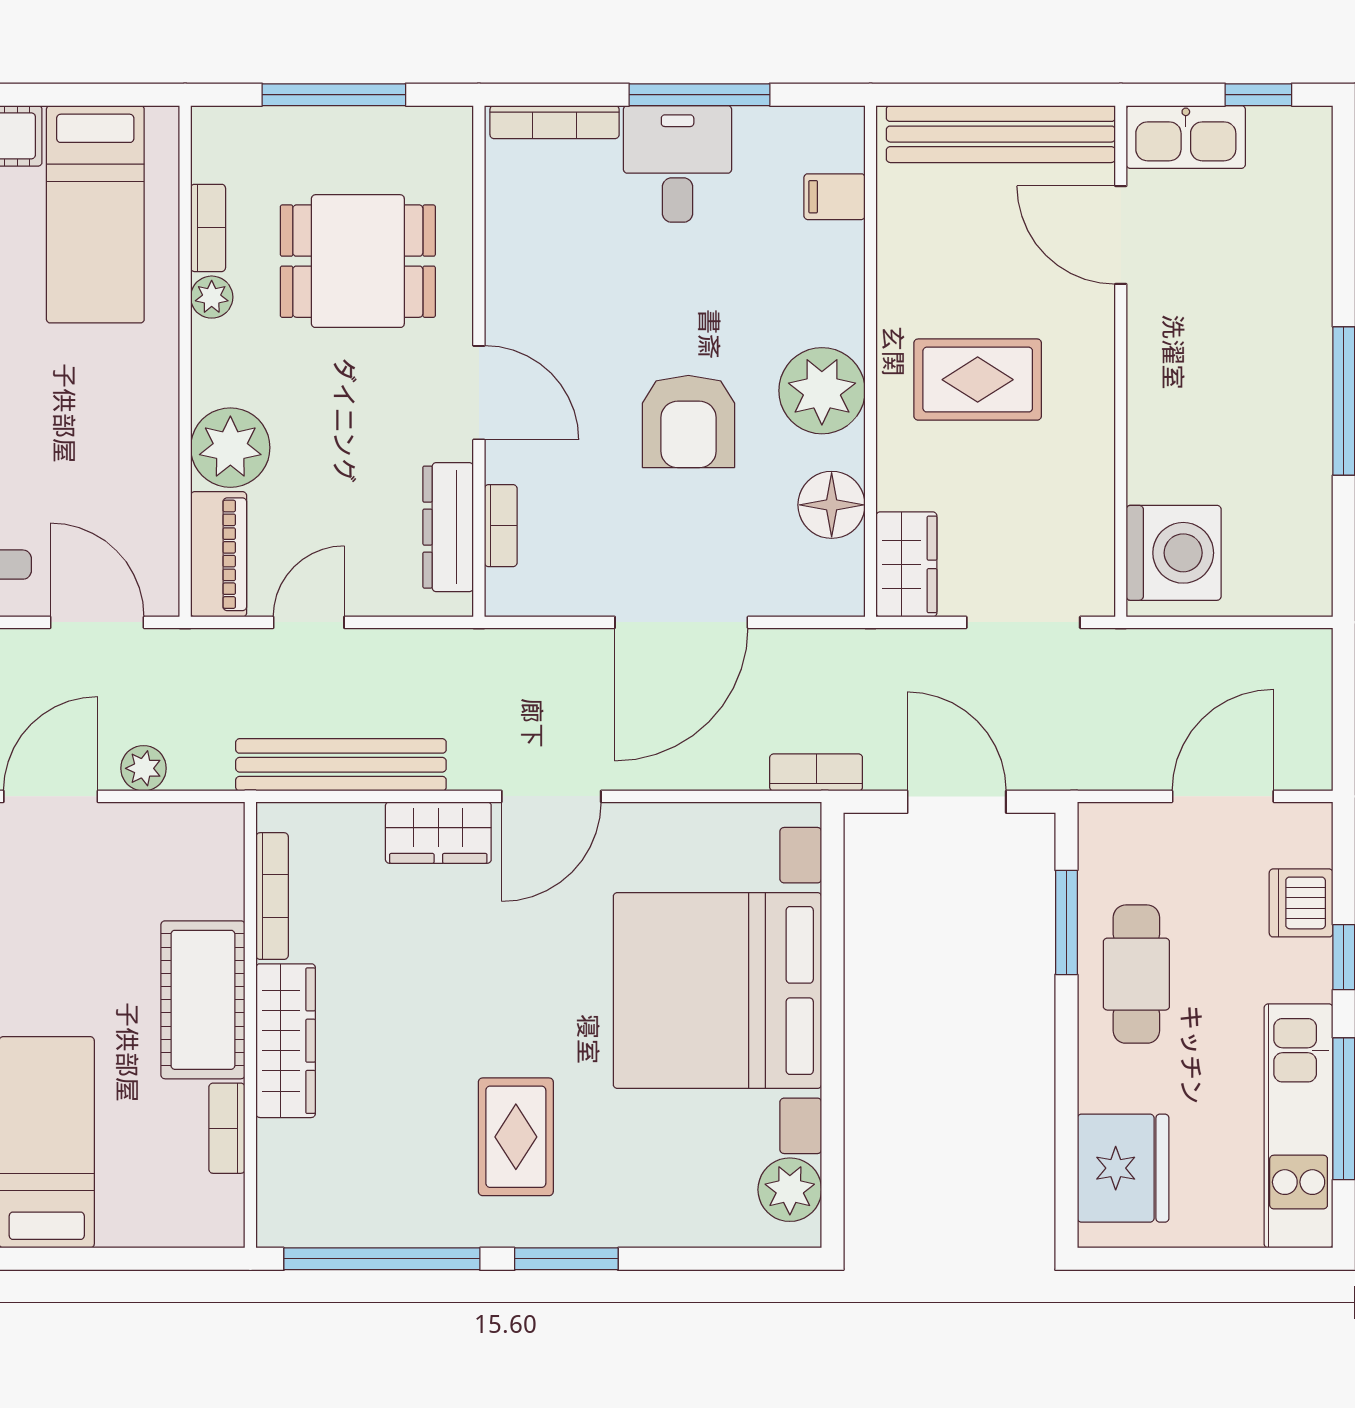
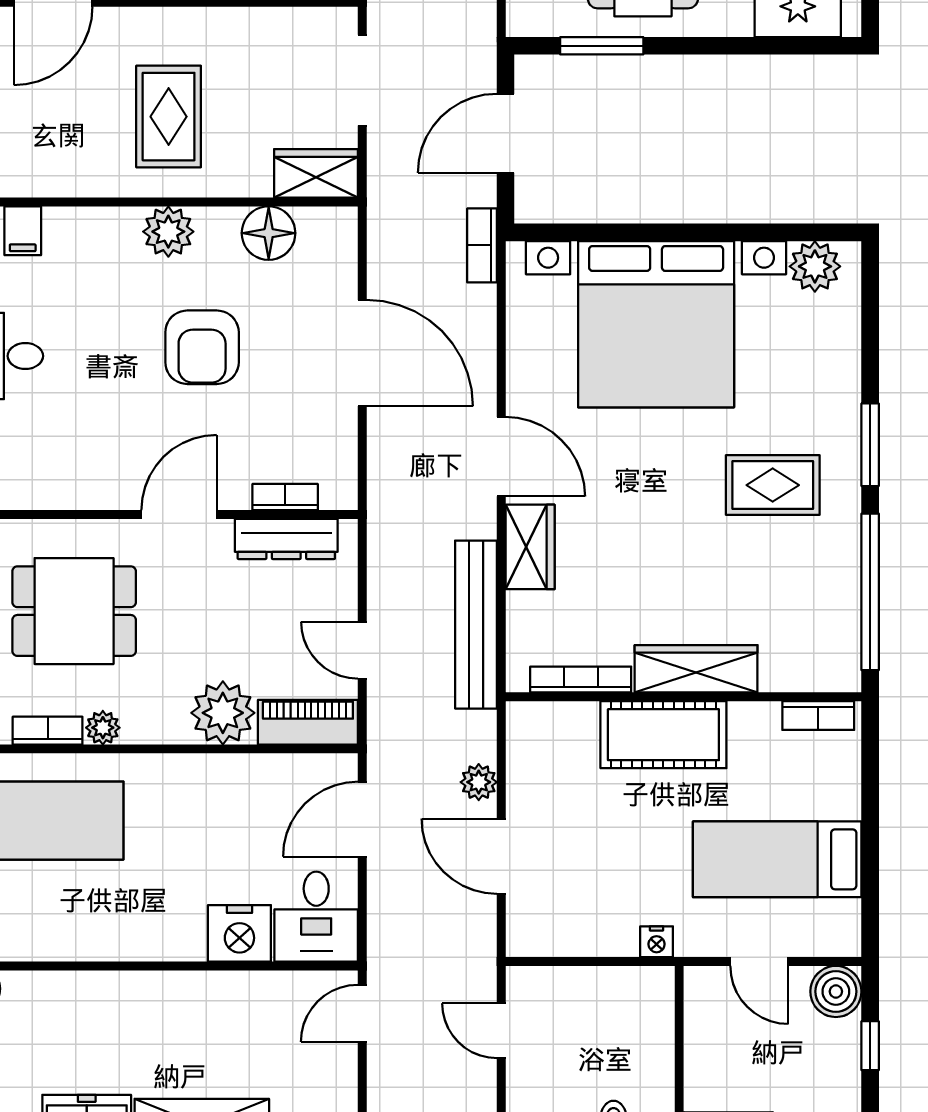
dining table: (358, 261) -> (74, 611), turned 90
plant: (822, 391) -> (168, 232), width x0.73, depth x0.73
armchair: (688, 422) -> (202, 347), turned 90
bookcase: (227, 1128) -> (818, 716), moved

